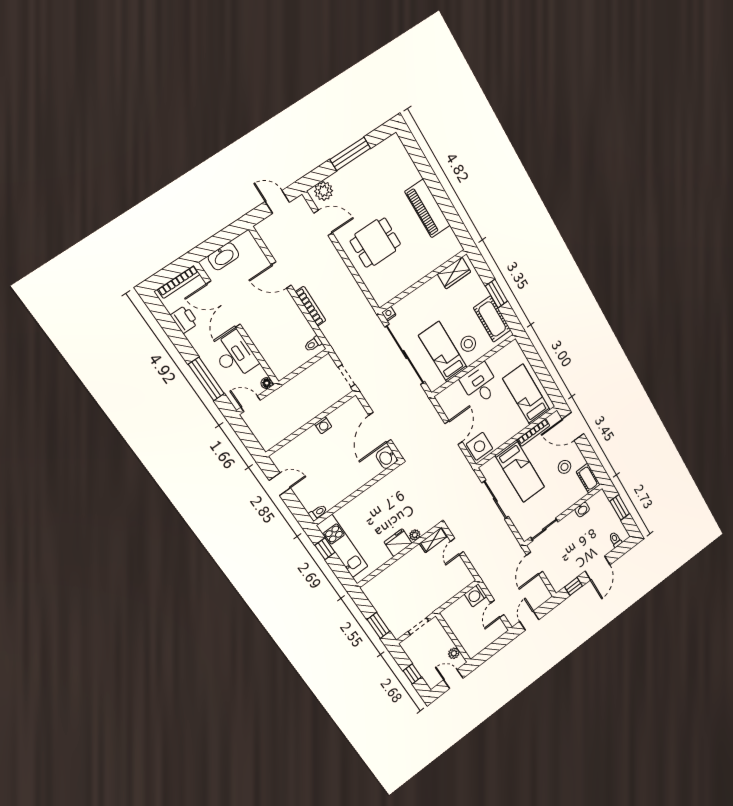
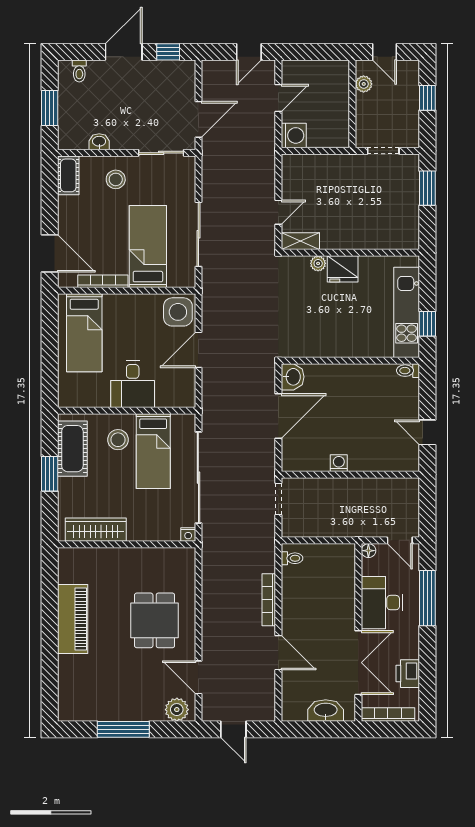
dining table: (375, 243) -> (155, 620), turned 90
wardrobe: (454, 273) -> (96, 530), width x1.50
stool: (564, 467) -> (116, 179), moved

